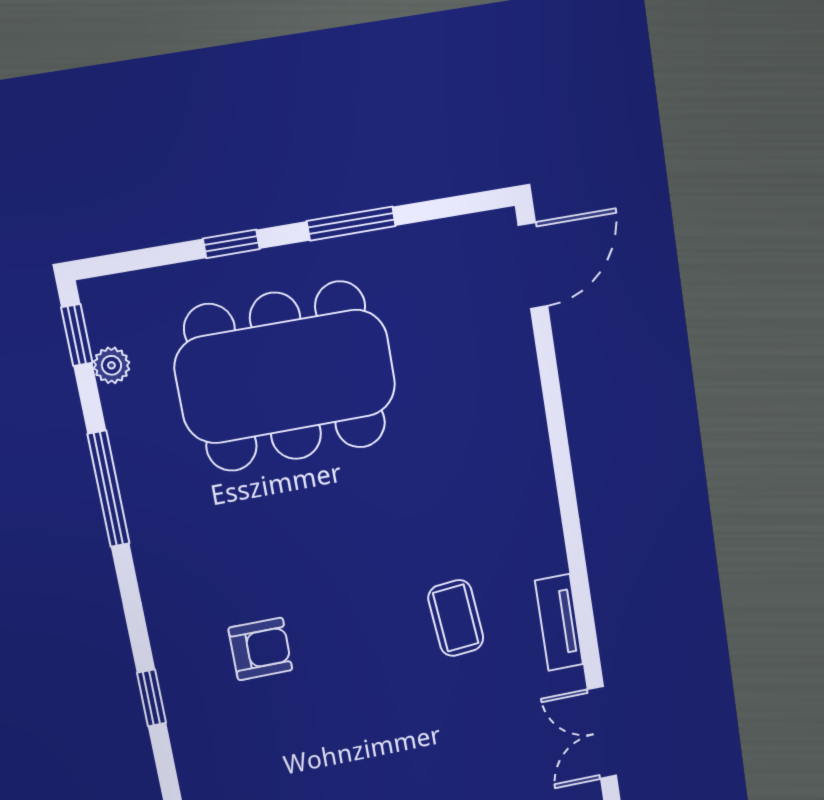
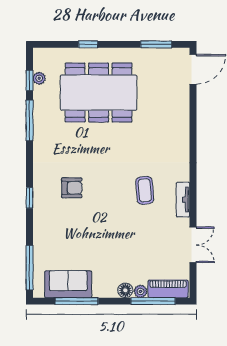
window: (351, 224) -> (156, 44), moved
window: (77, 335) -> (30, 80), moved
double door: (602, 733) -> (193, 245), swing flipped

